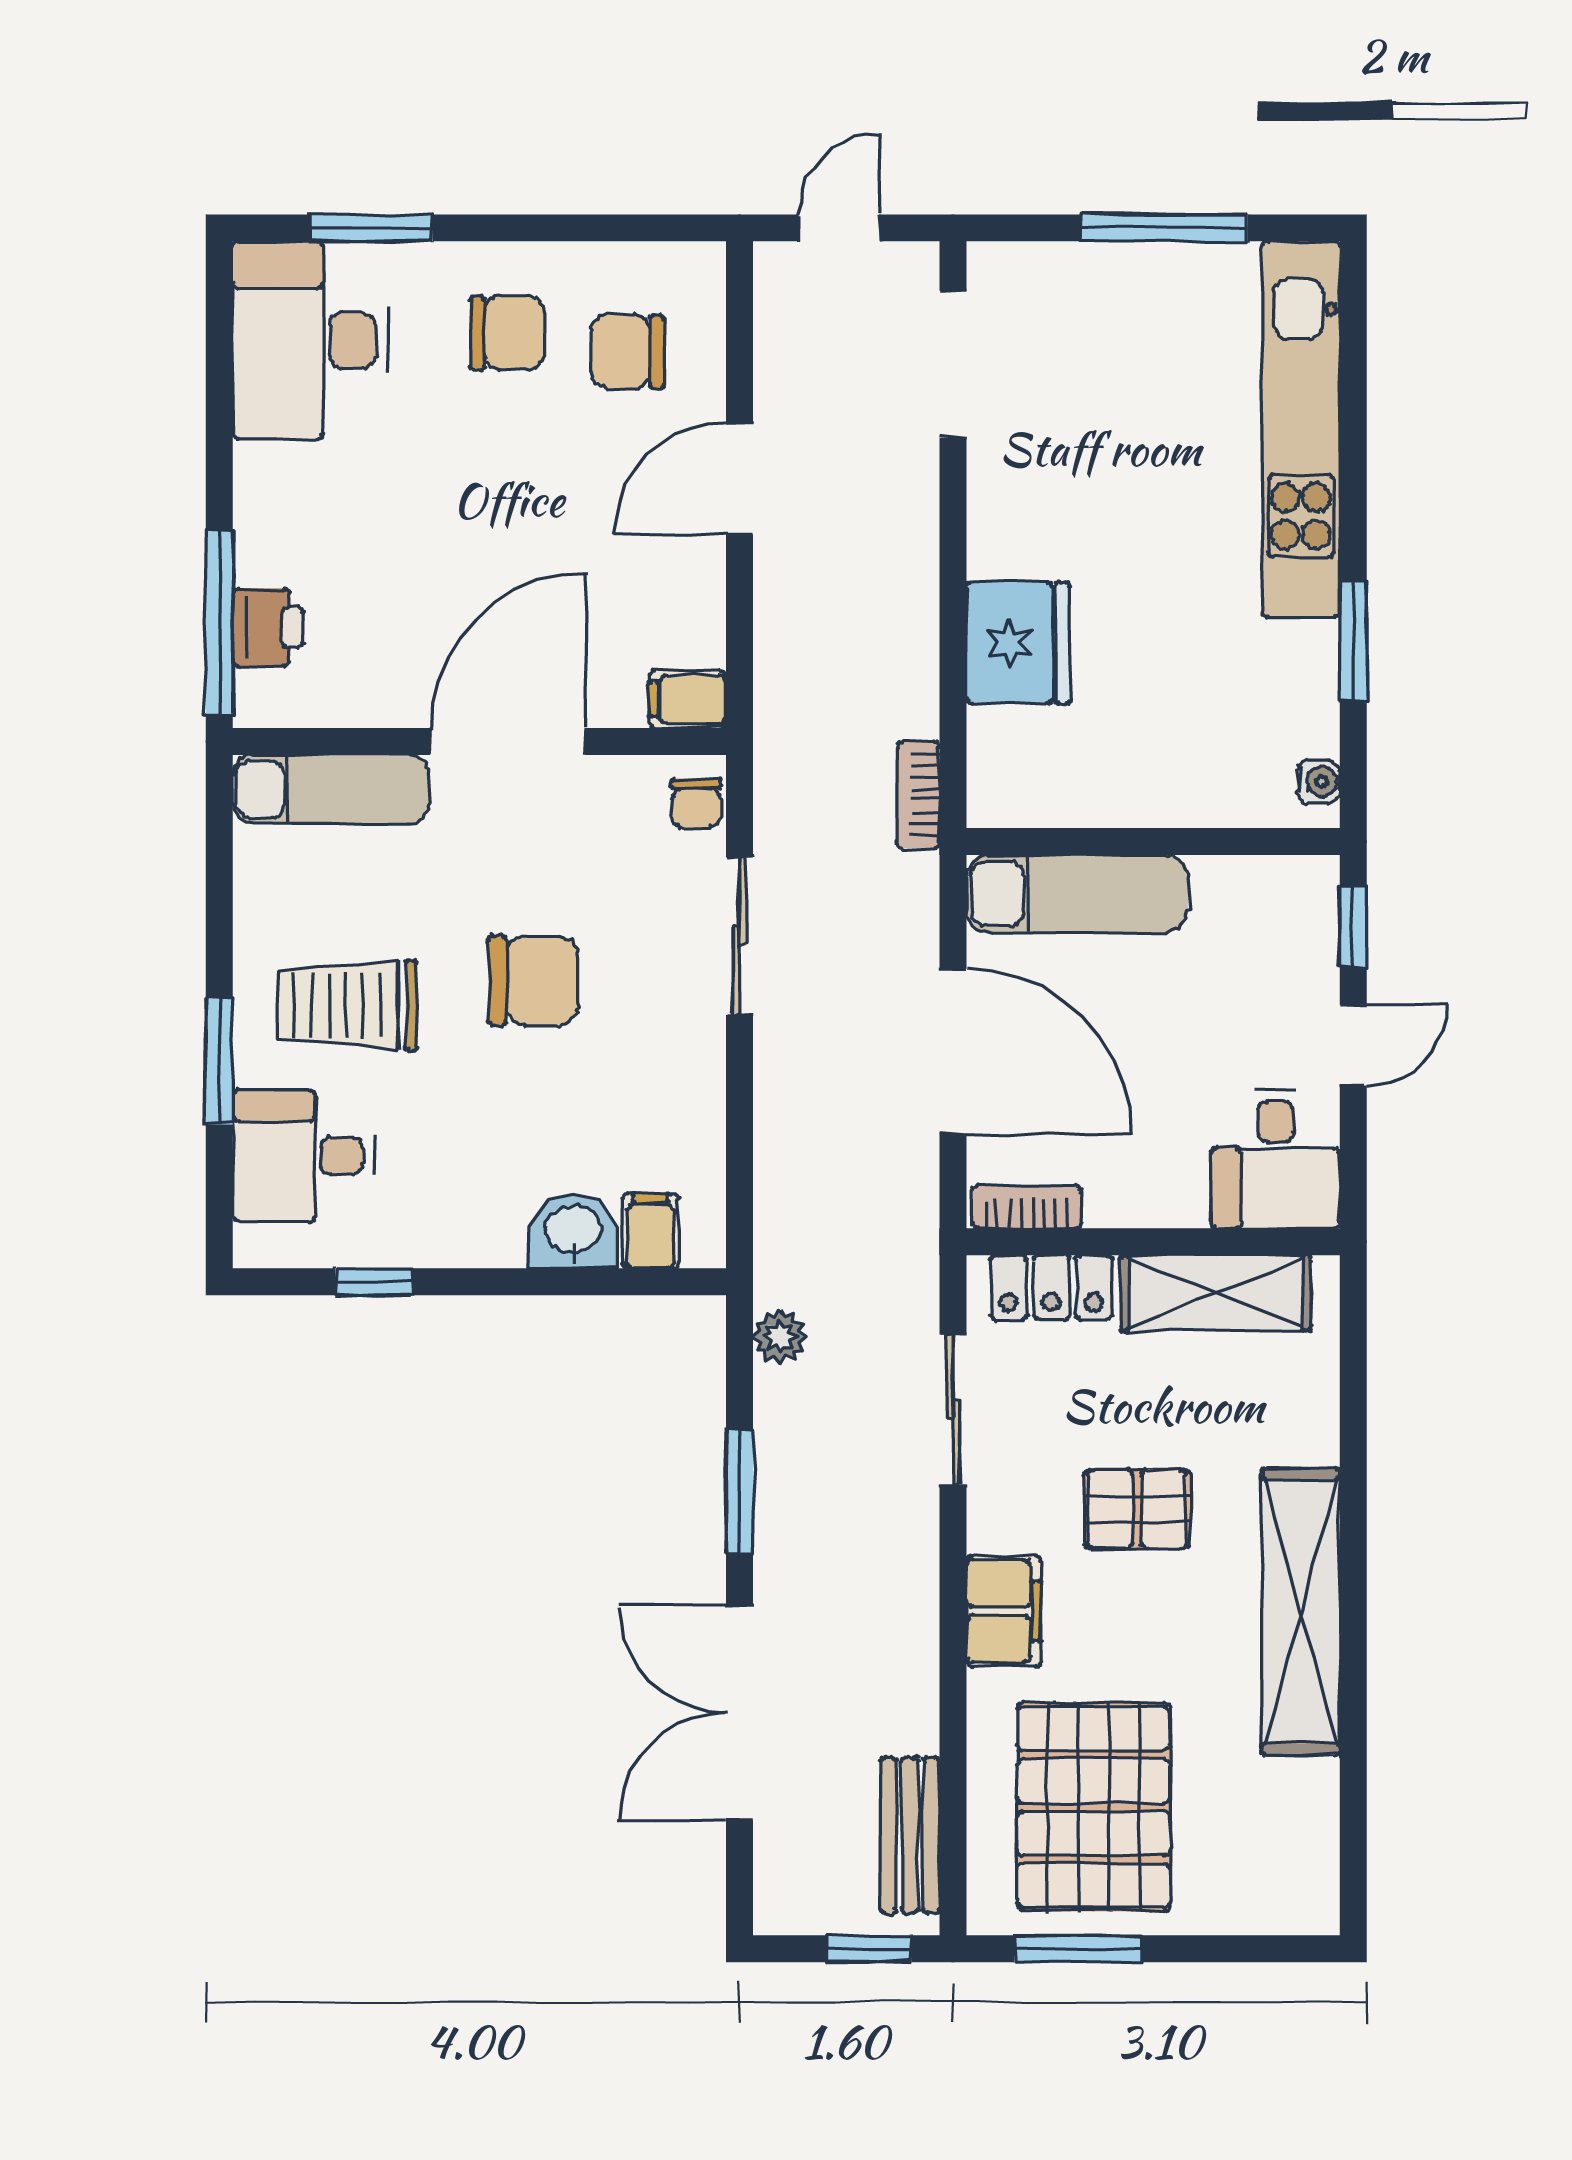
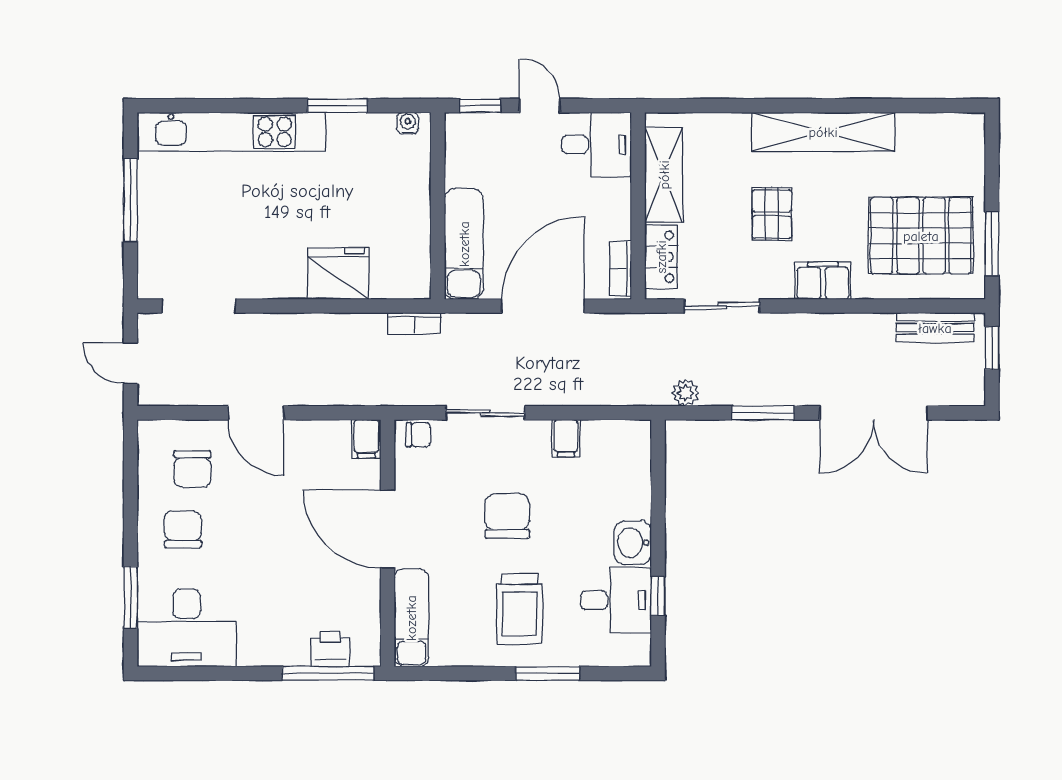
desk: (303, 1156) -> (616, 600), moved, turned -90
washbasin: (573, 1231) -> (633, 543), moved
filing cabinet: (650, 1231) -> (566, 438), moved, turned -90

